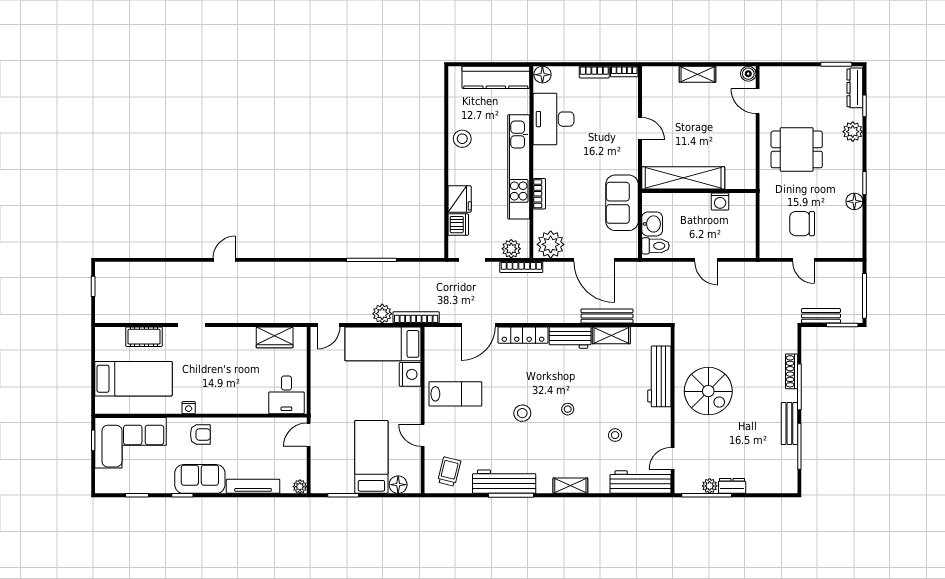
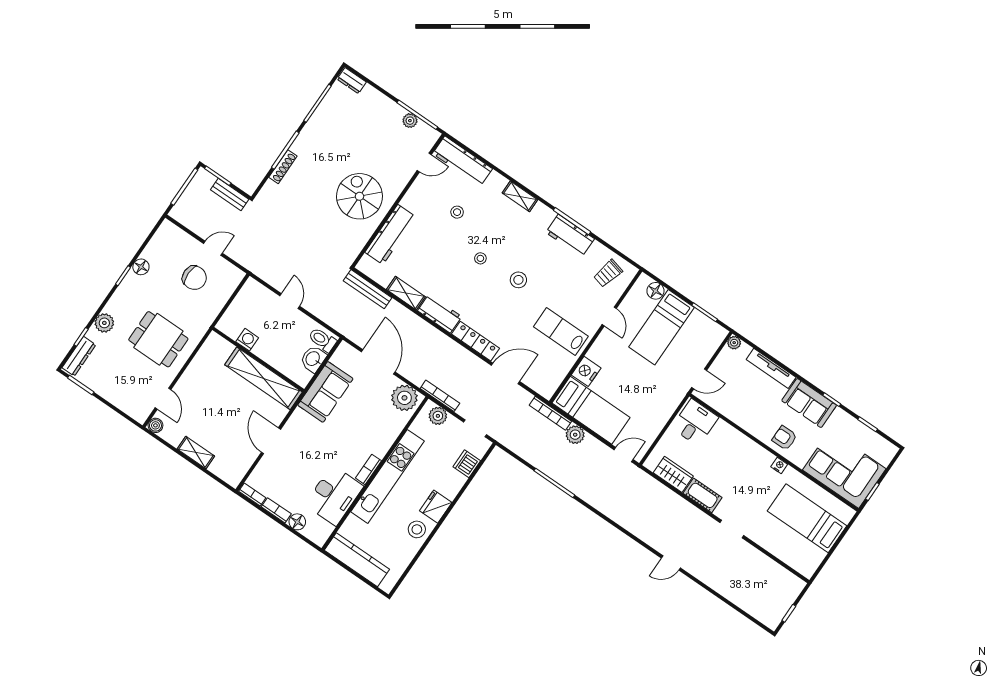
floor lamp: (542, 75) -> (297, 522), moved
door: (640, 129) -> (271, 441), width x1.38
bookcase: (539, 194) -> (368, 469), moved
fridge: (460, 199) -> (436, 507), moved
door: (803, 260) -> (213, 248), hinge flipped
bench: (607, 316) -> (368, 289), moved
cot: (144, 337) -> (703, 495), moved
bench: (789, 423) -> (313, 127), removed
workbench: (504, 482) -> (570, 236), width x0.73
dresser: (732, 486) -> (352, 81), moved

